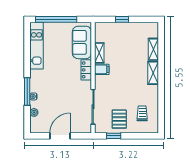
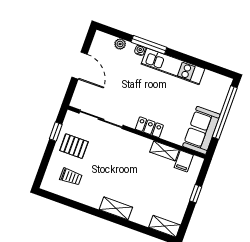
sofa: (82, 42) -> (201, 130), moved, turned -90
kitchen unit: (36, 46) -> (173, 66), moved
shelving: (153, 49) -> (165, 226), moved
filing cabinet: (102, 69) -> (184, 161), moved

